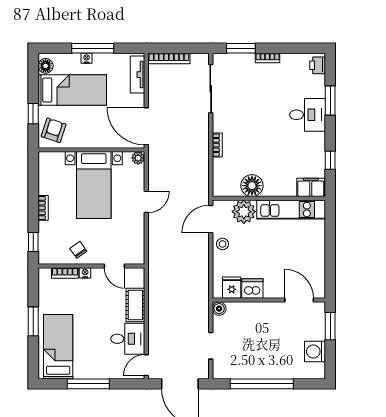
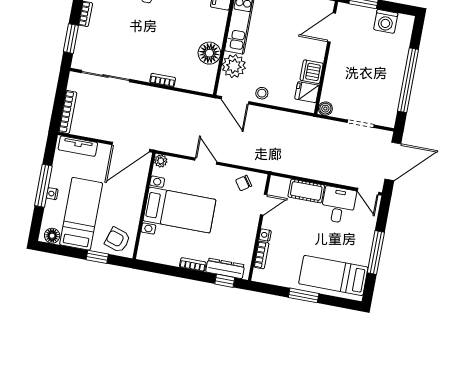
dresser: (45, 240) -> (225, 268), added
chair: (78, 250) -> (244, 183), moved

